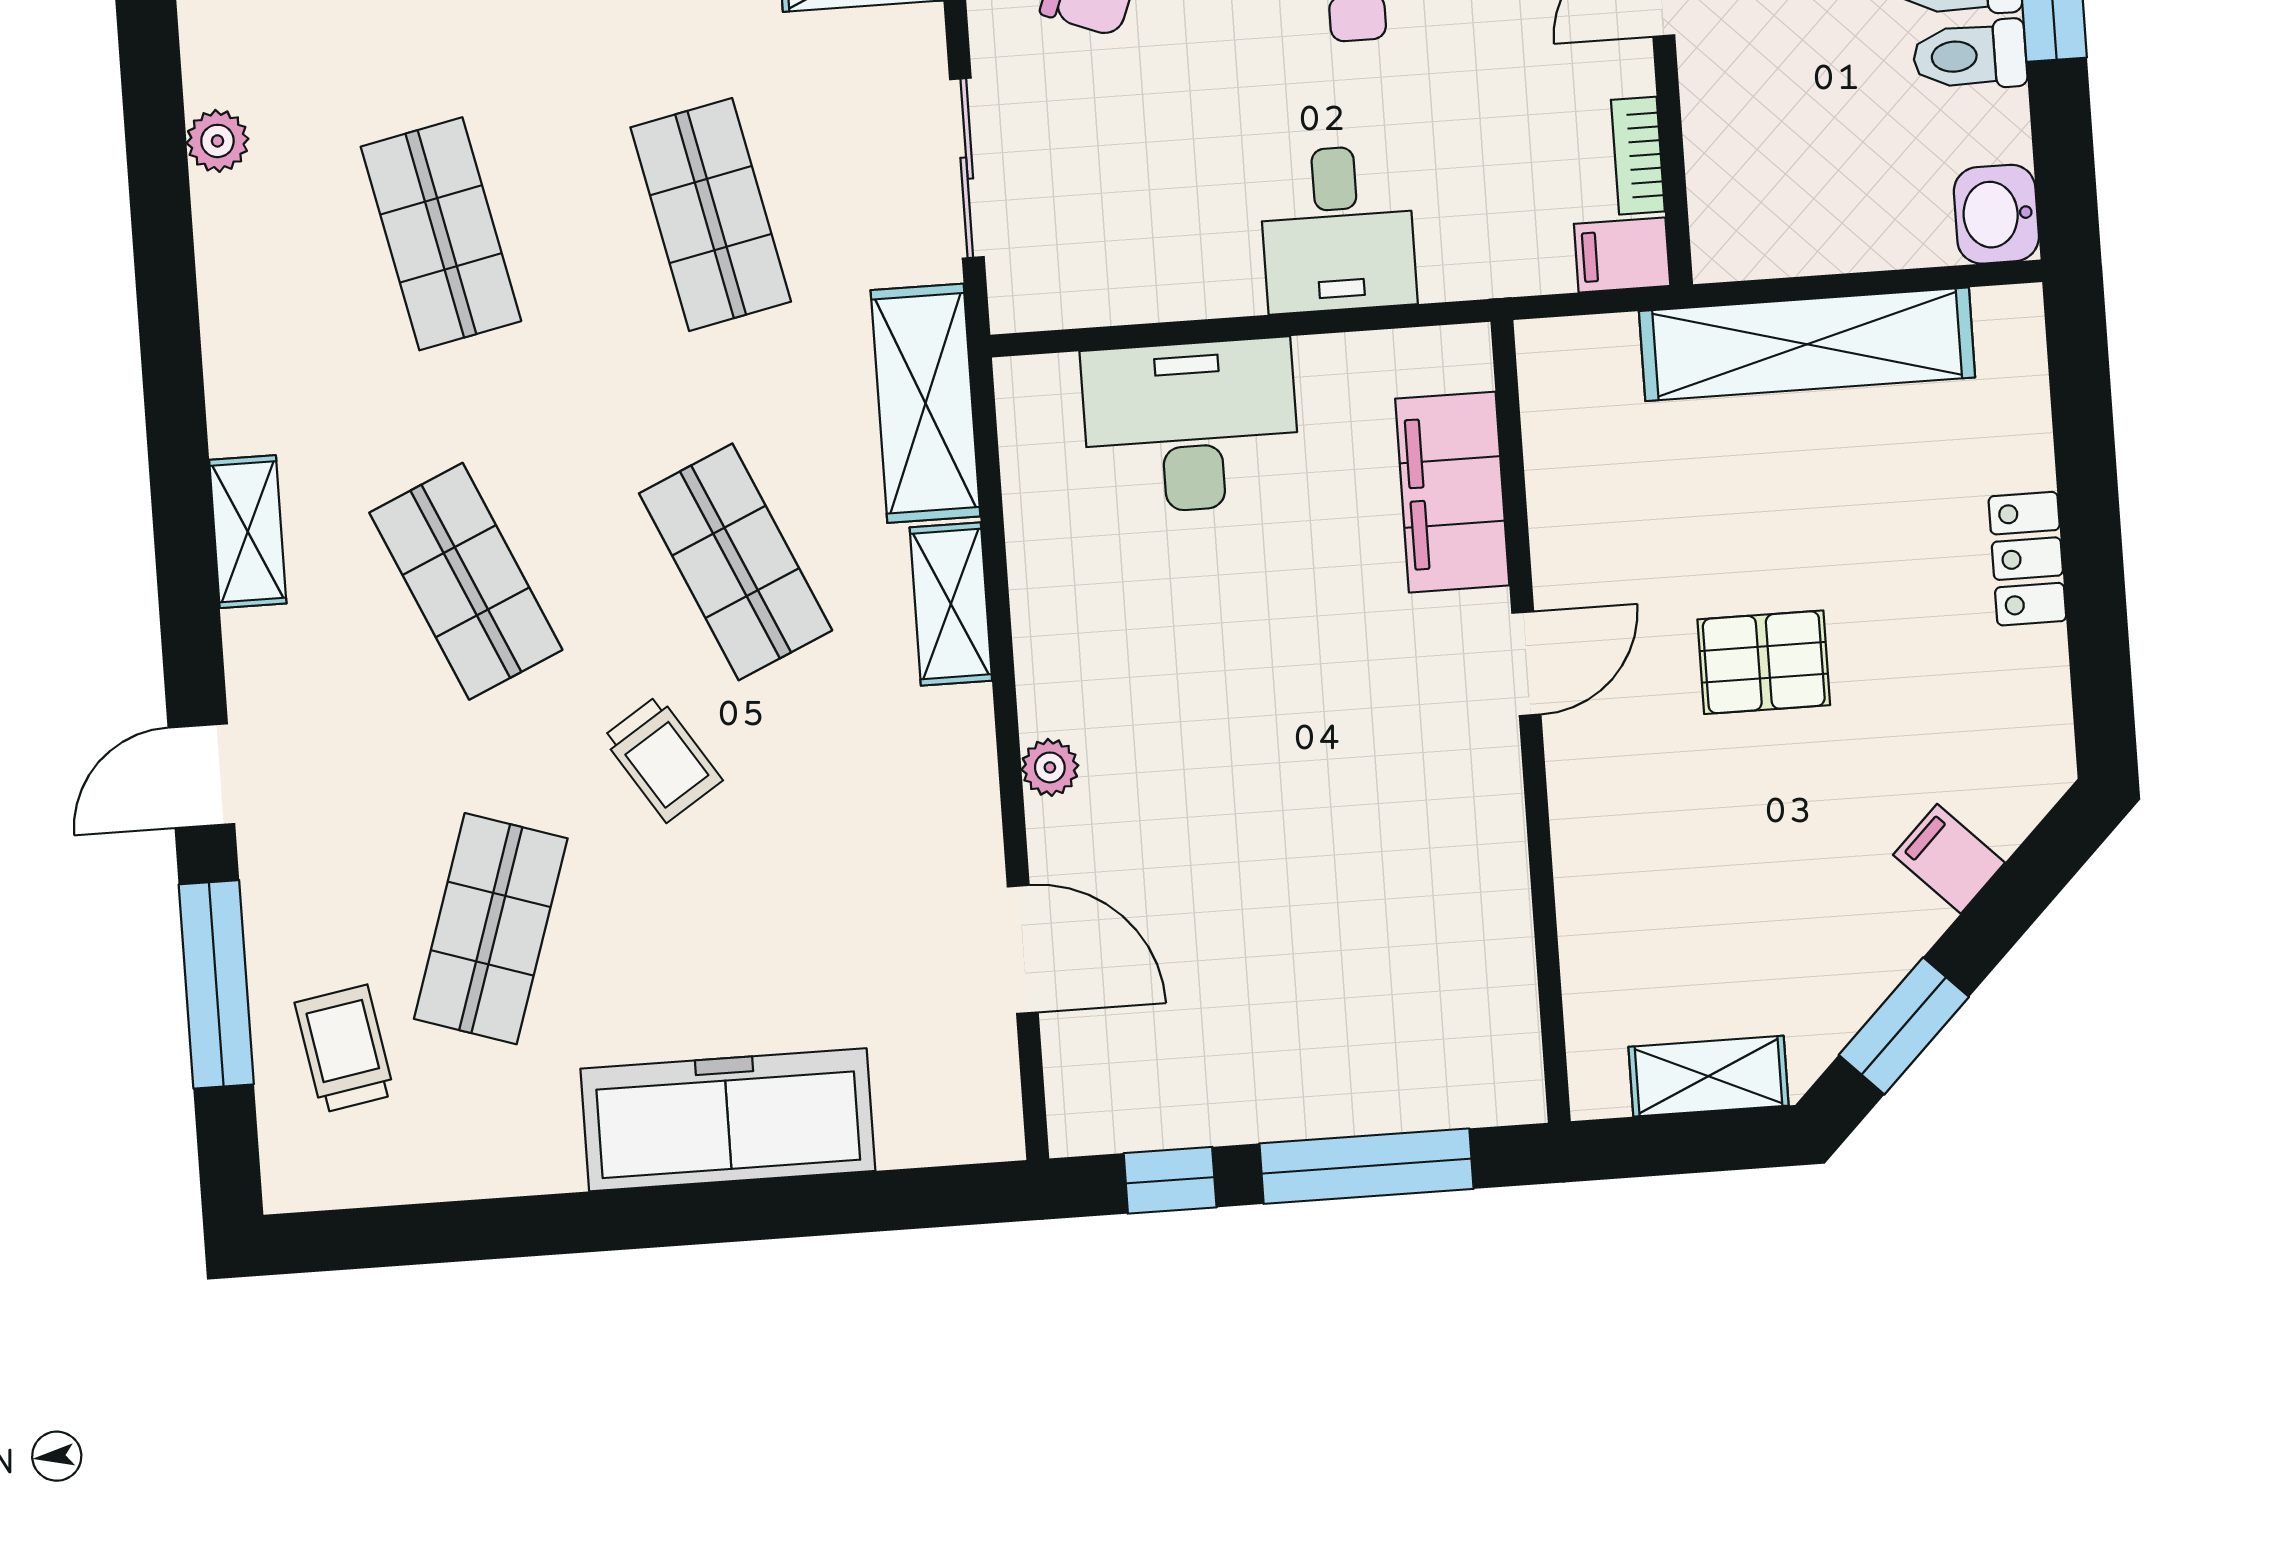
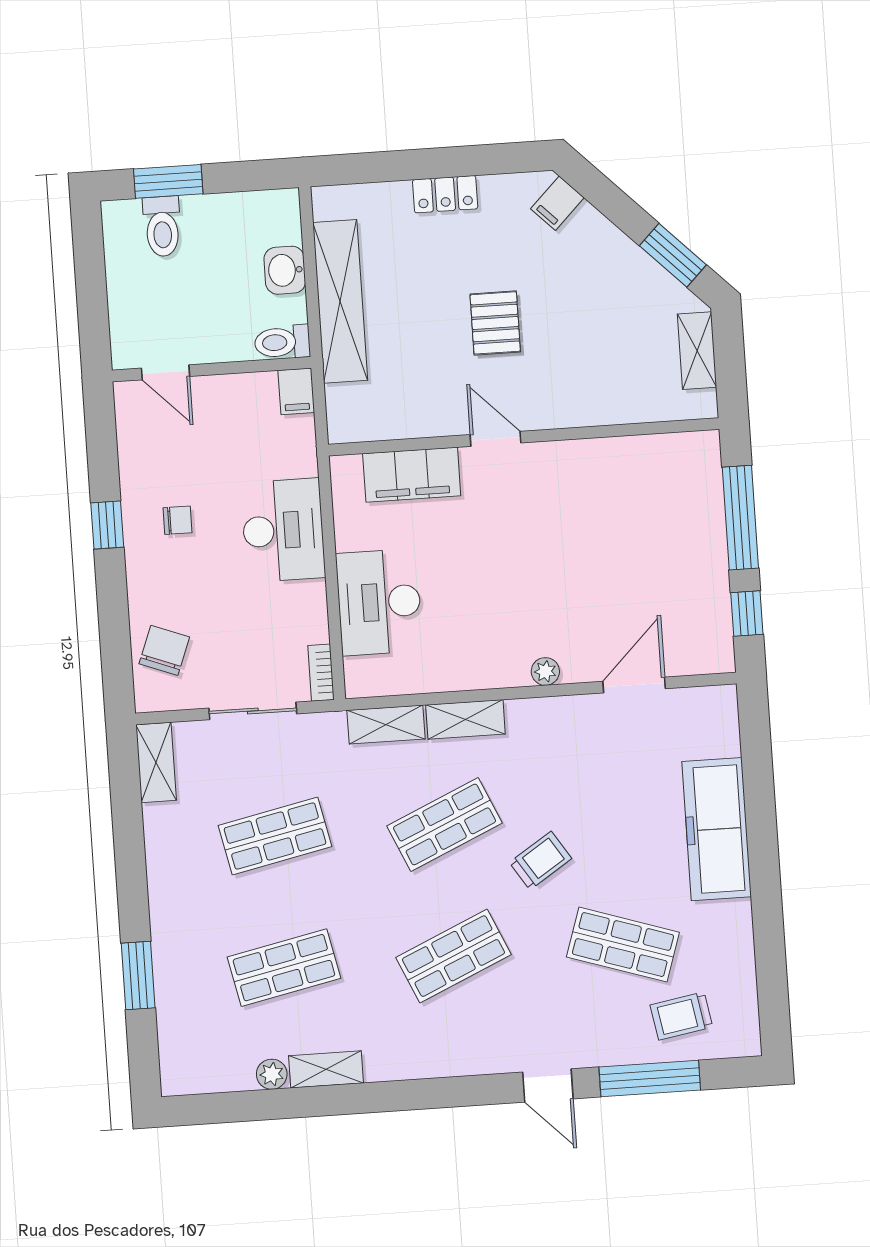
toilet: (1970, 56) -> (282, 342), moved, turned 90
plant: (217, 141) -> (272, 1074), moved
bookcase: (1638, 156) -> (321, 673), moved, turned 90
washbasin: (1996, 214) -> (285, 270), moved, turned 90
desk: (1338, 229) -> (283, 530), width x1.37
shelving: (925, 403) -> (386, 725), width x0.67, depth x0.75
shelving: (248, 532) -> (326, 1069), moved
filing cabinet: (1949, 859) -> (557, 203), moved

